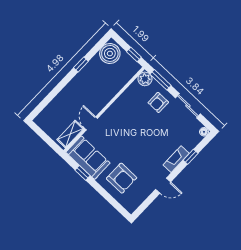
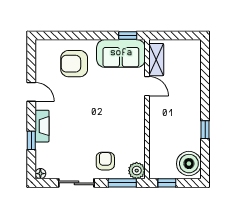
window: (83, 173) -> (128, 36), moved
door: (163, 186) -> (31, 92), swing flipped

